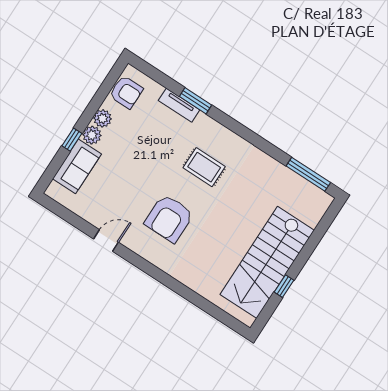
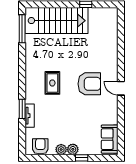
sofa: (77, 166) -> (110, 139), moved, turned -90
door: (106, 241) -> (121, 88), moved
stairs: (267, 262) -> (57, 21), moved

